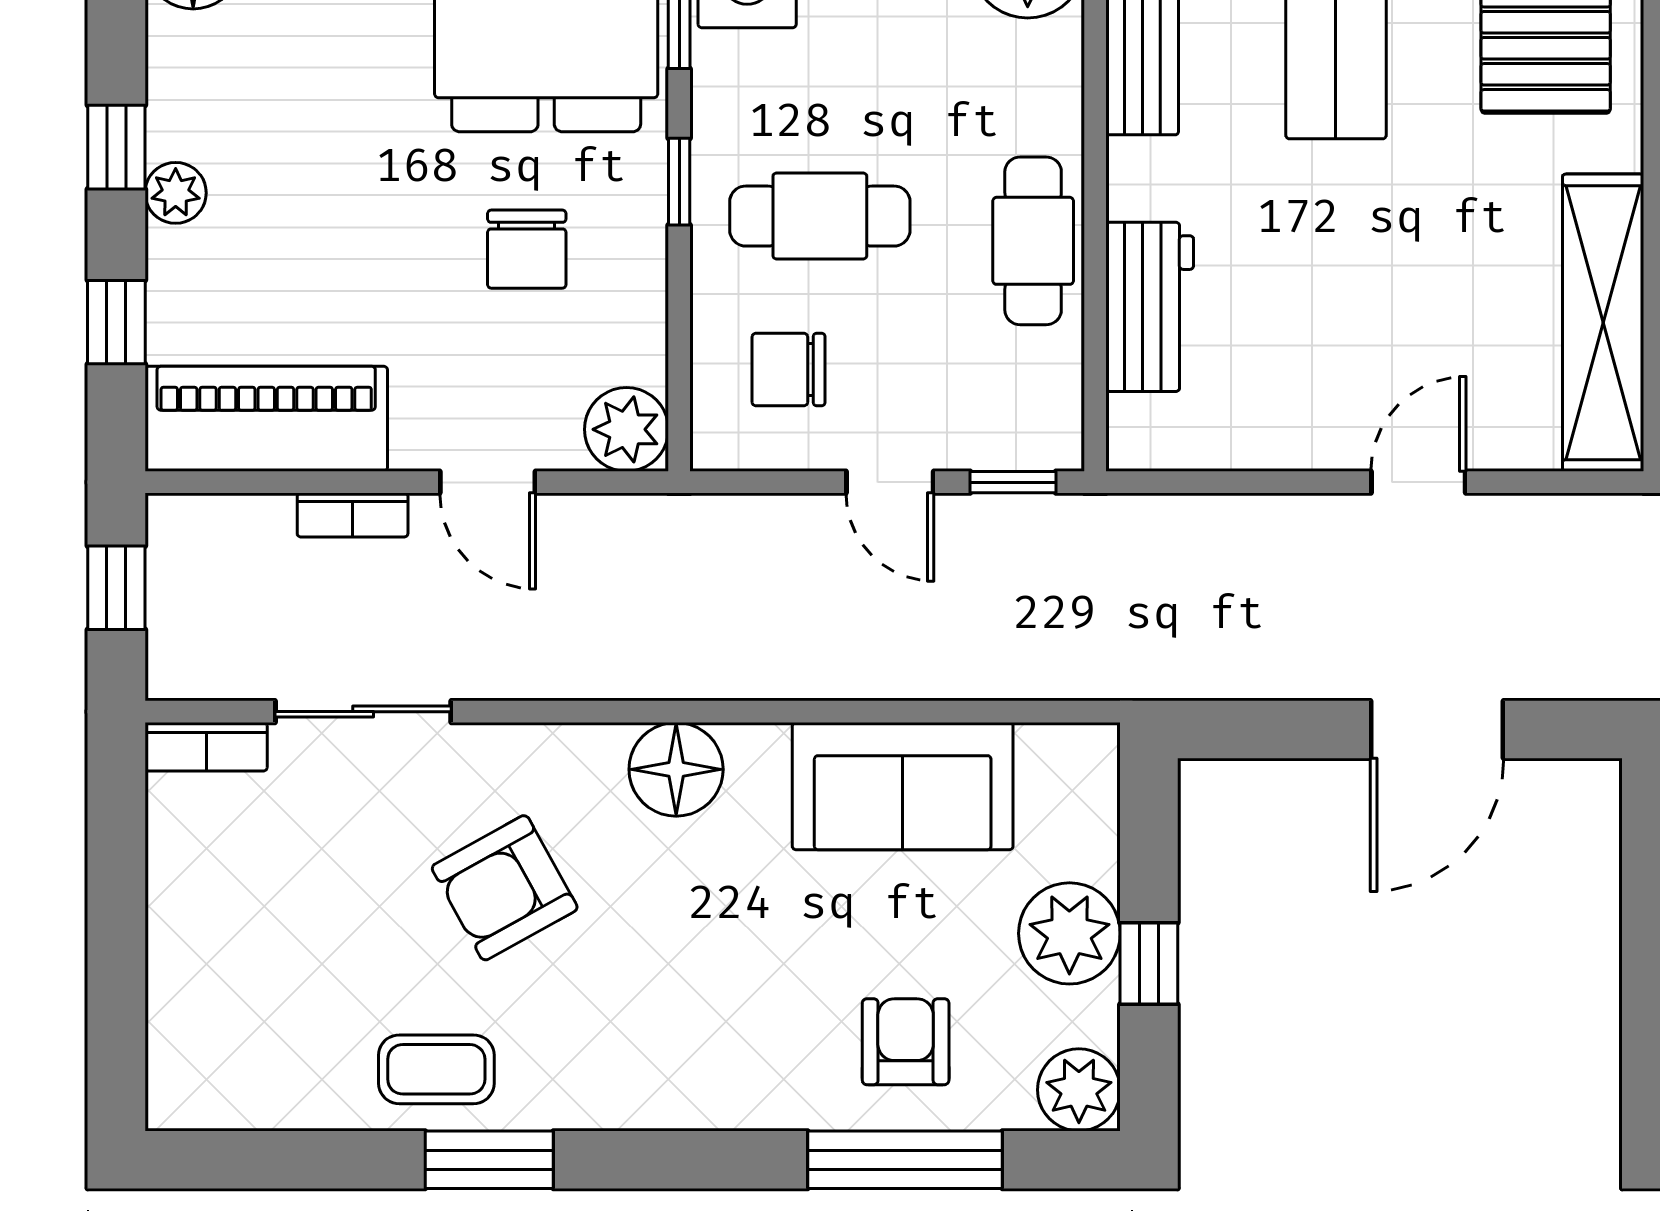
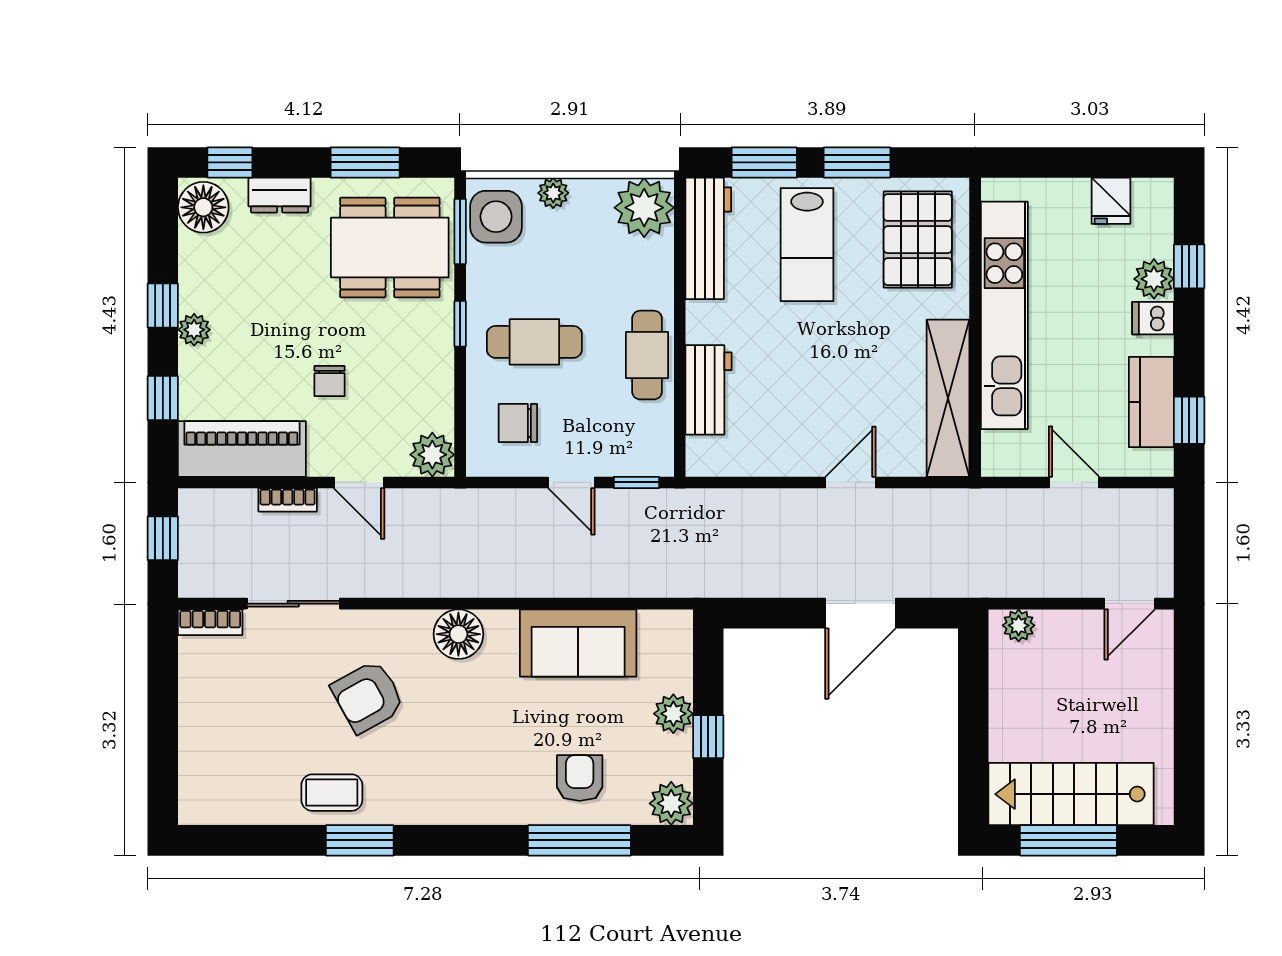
chair: (527, 249) -> (330, 381), moved, width x0.73, depth x0.73
plant: (1069, 933) -> (673, 714), width x0.73, depth x0.73

